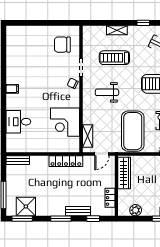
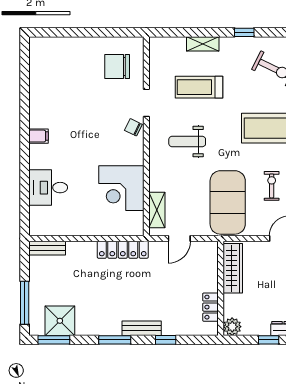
wardrobe: (124, 173) -> (233, 268), moved
wall: (116, 186) -> (221, 288), moved
locker: (110, 198) -> (210, 307), moved

